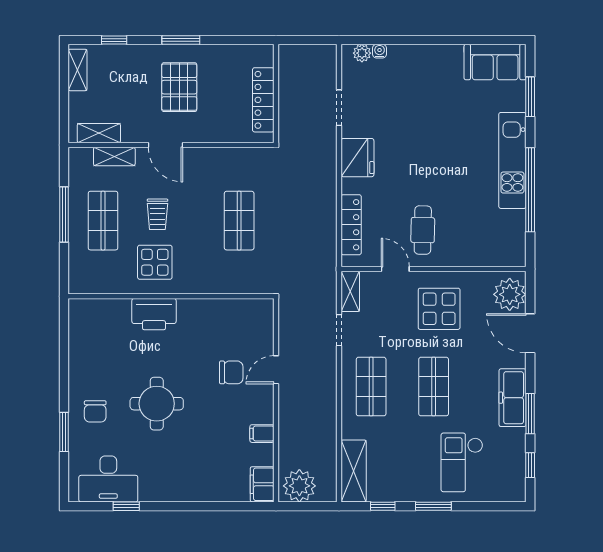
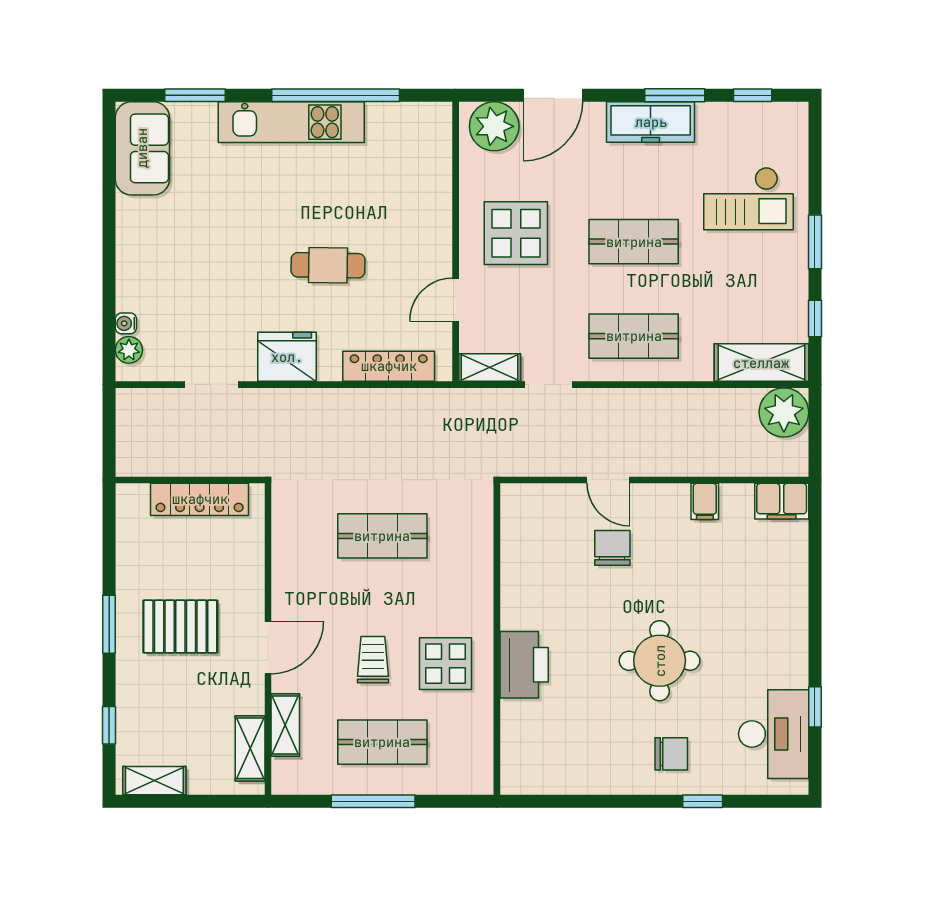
trolley: (157, 214) -> (373, 660), turned -90
cafe table: (423, 230) -> (328, 265), moved
window: (64, 432) -> (703, 801), width x0.67
plant: (299, 486) -> (784, 412), moved

